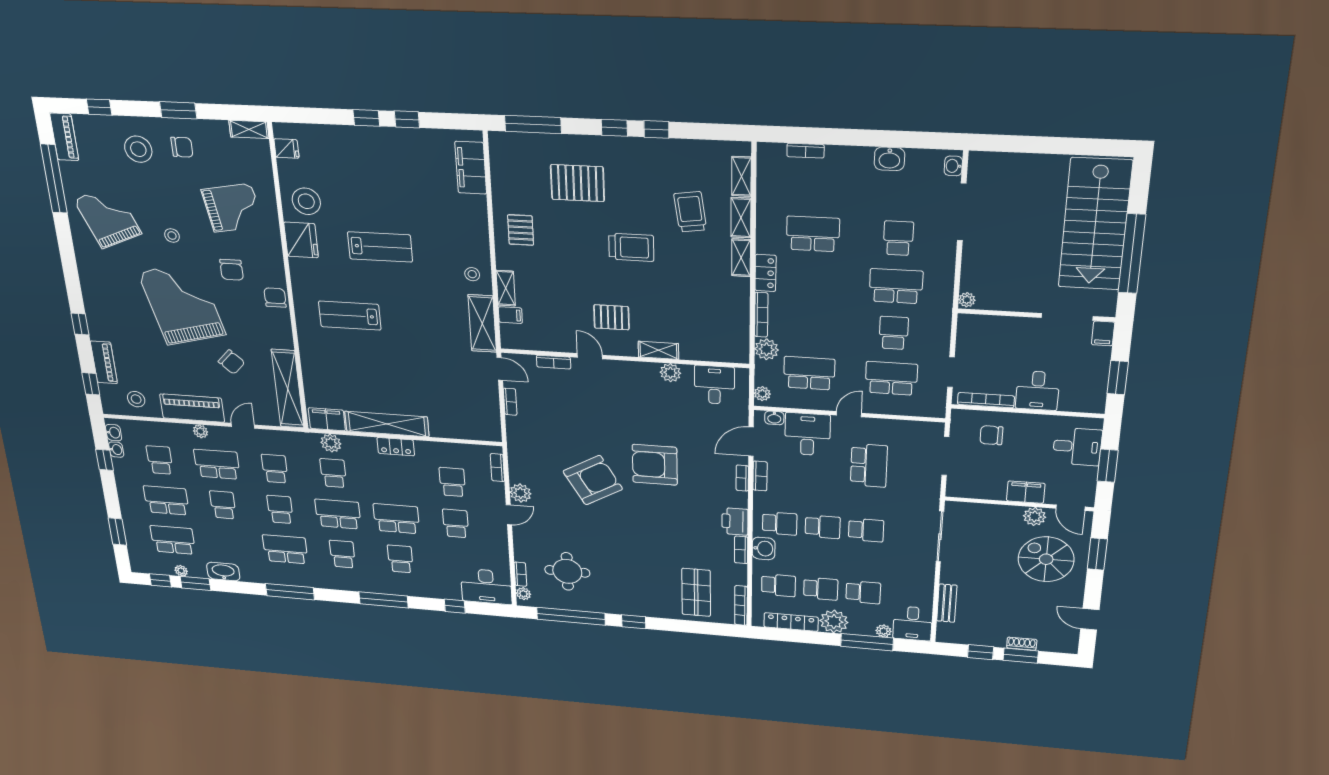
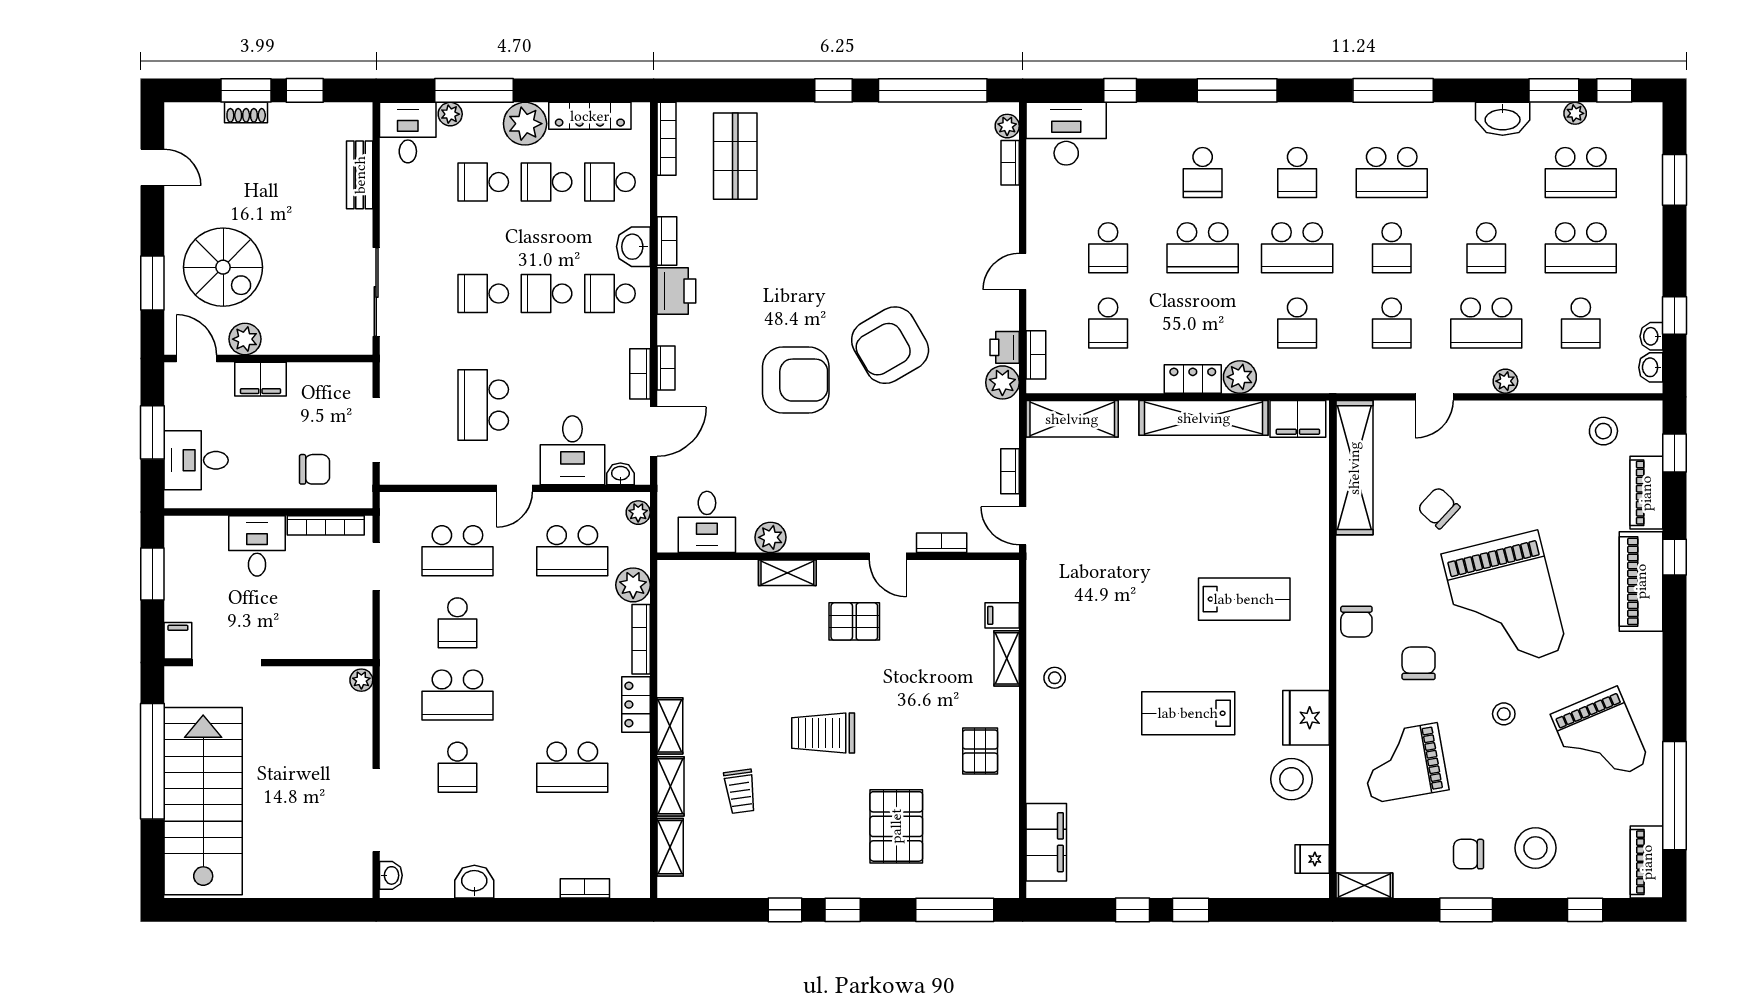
pallet: (577, 183) -> (896, 826), turned 90
trolley: (690, 212) -> (740, 791), width x0.73, depth x0.72
shelving: (482, 324) -> (1072, 419), moved, turned 90
piano: (192, 408) -> (1641, 581), moved, turned 90
plant: (331, 443) -> (1240, 377), moved
printer: (518, 473) -> (1005, 347), added
plant: (520, 493) -> (1002, 382), moved
round table: (567, 571) -> (935, 175), removed

